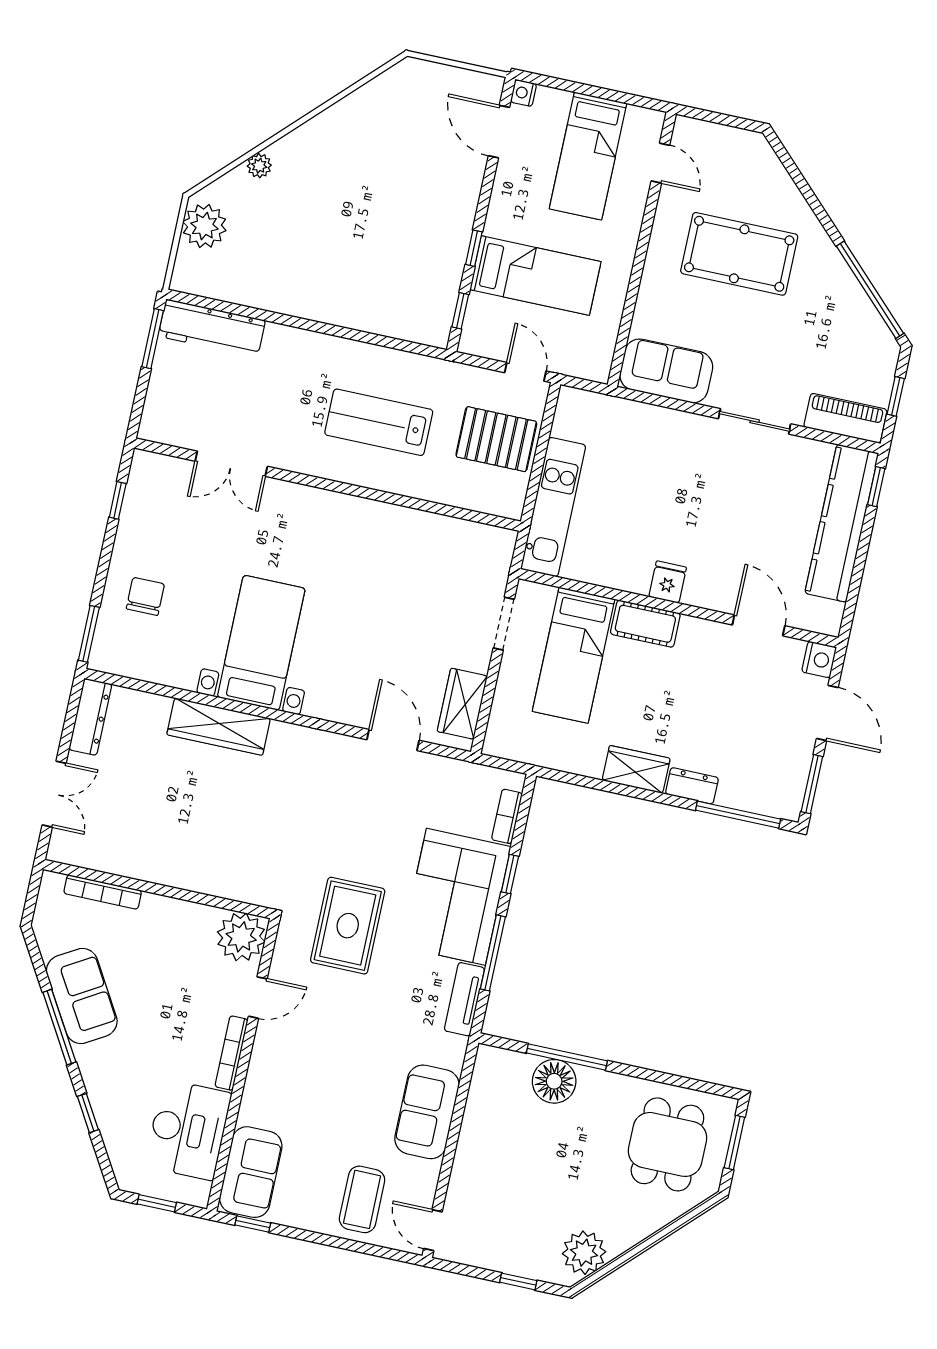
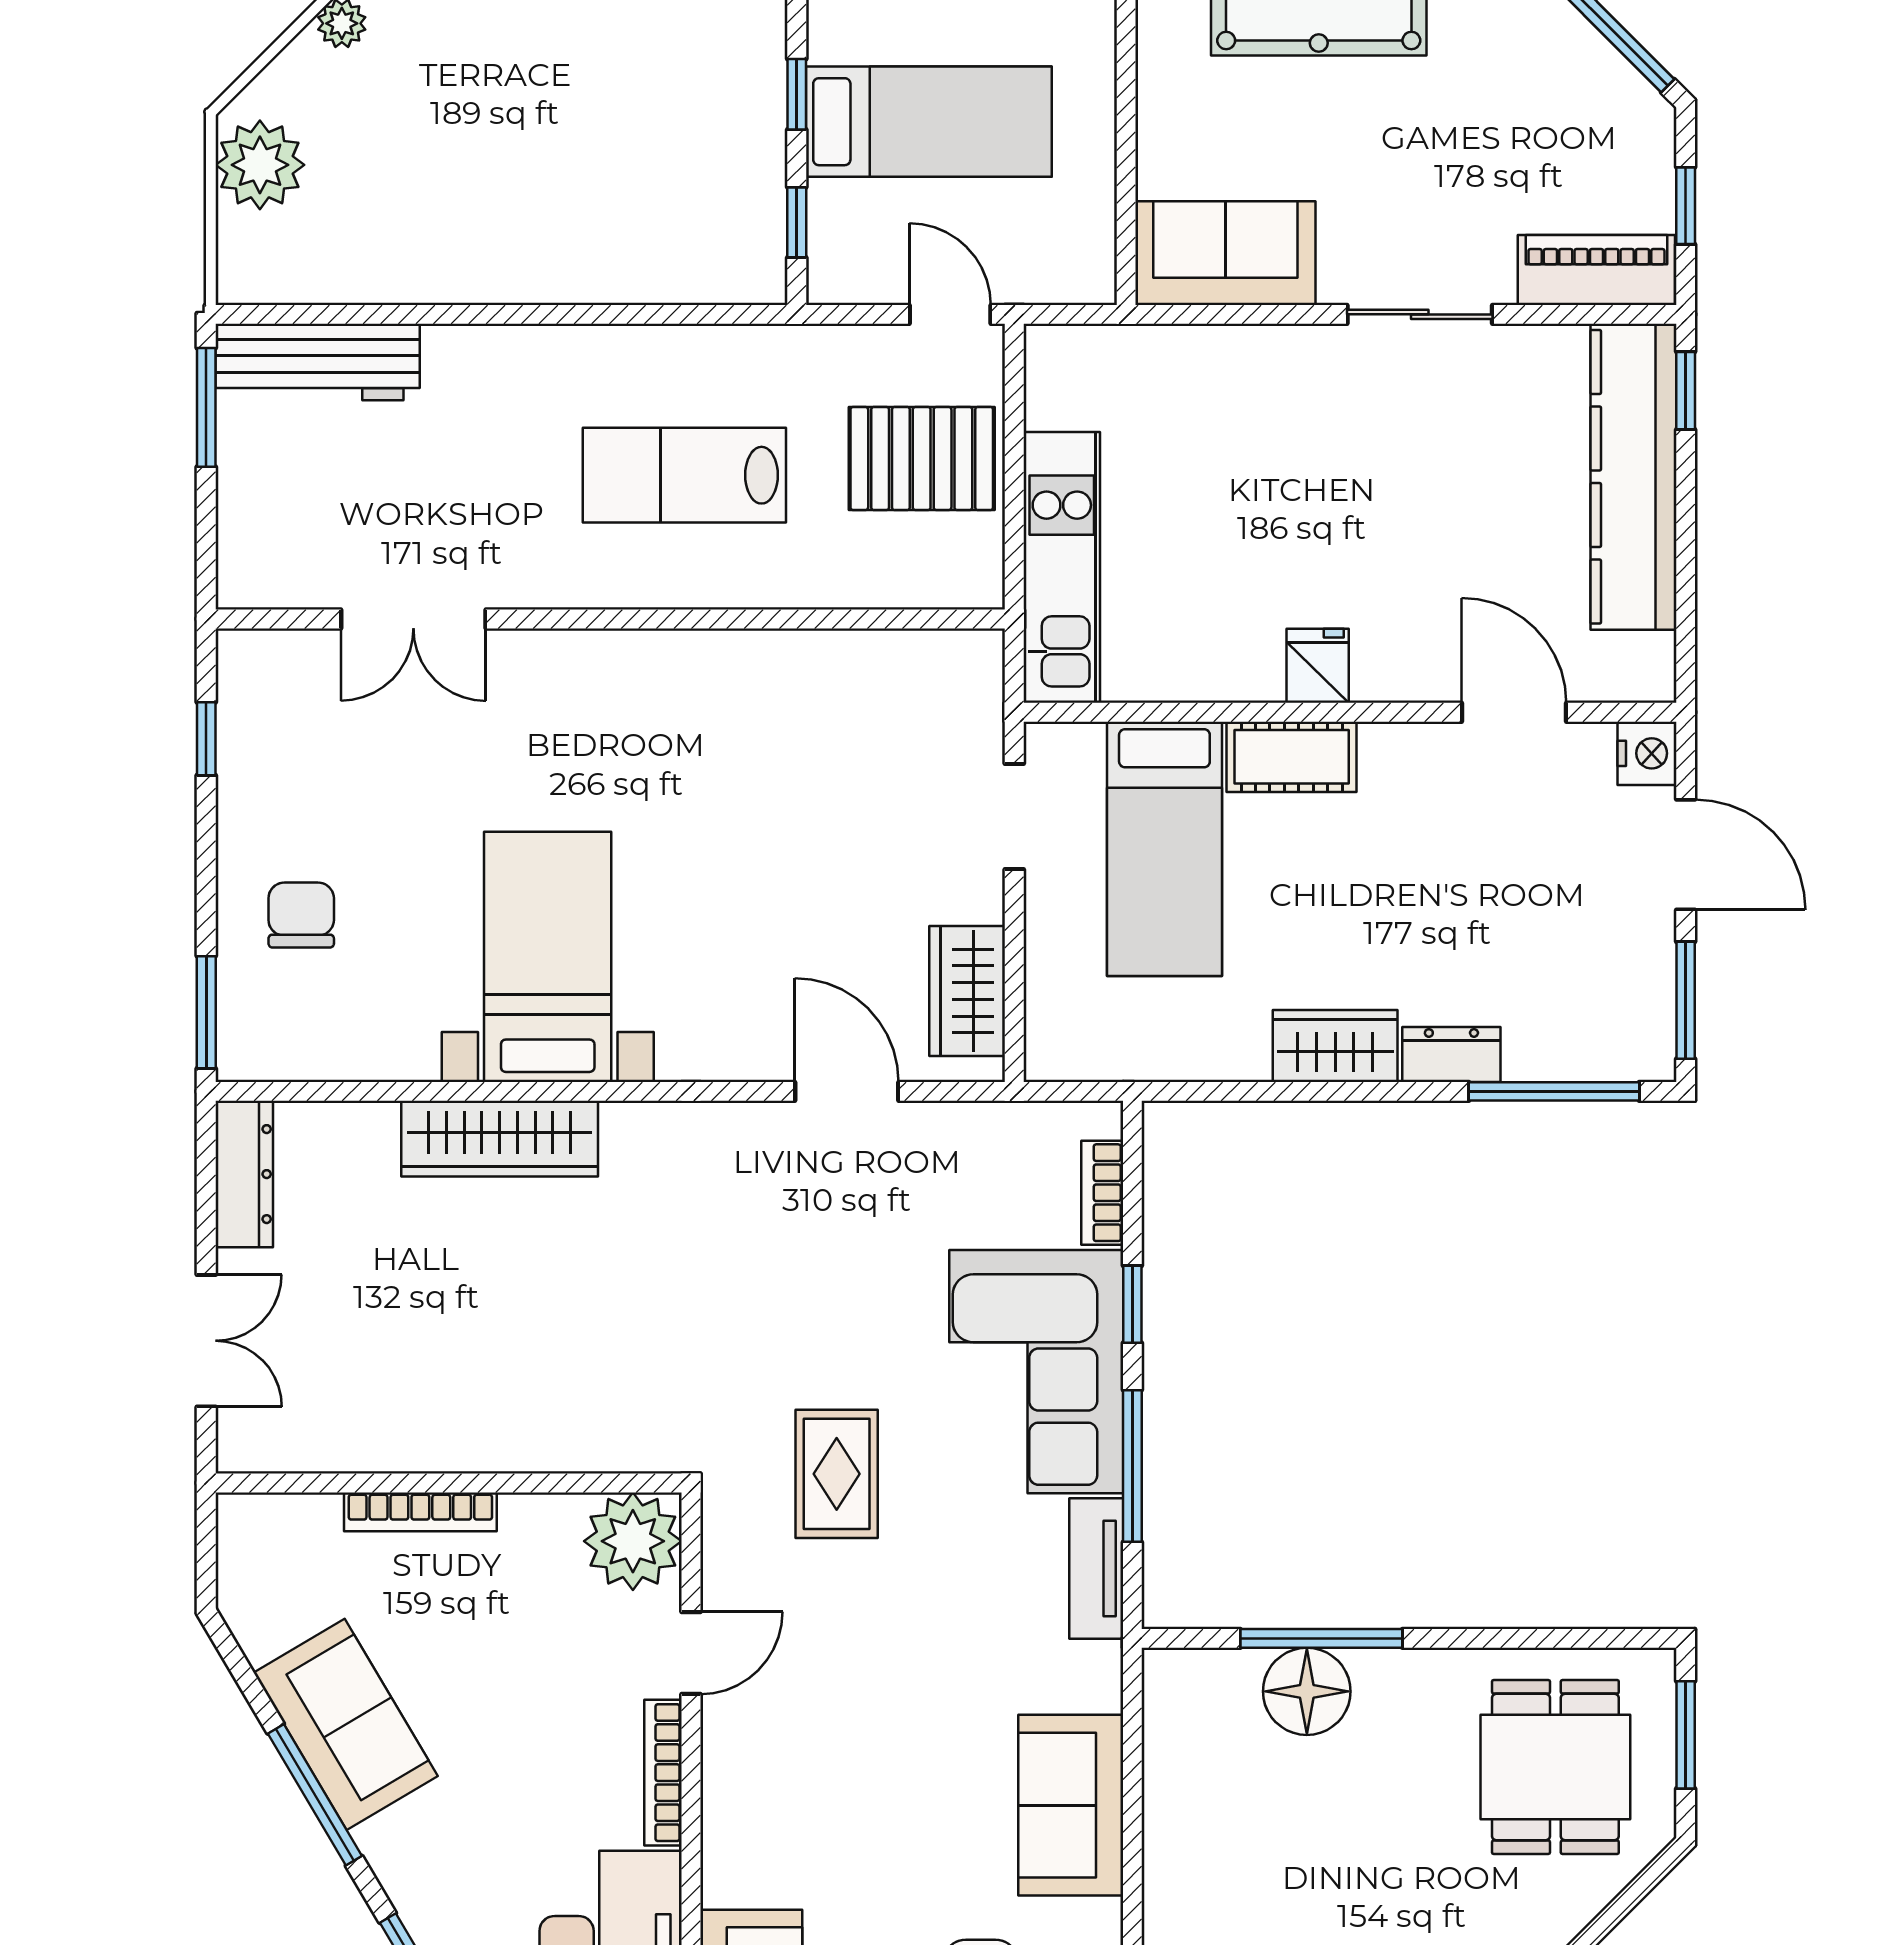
bookcase: (103, 892) -> (420, 1512), moved
rug: (348, 926) -> (837, 1474), width x0.73, depth x0.70

